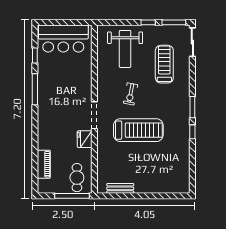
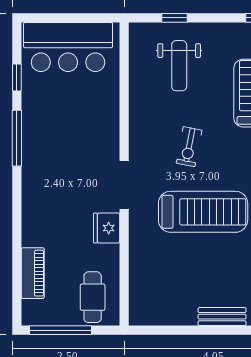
window: (148, 22) -> (175, 18), moved
weight bench: (125, 49) -> (179, 66), width x0.73, depth x0.75
bench: (120, 188) -> (222, 317), moved
window: (72, 196) -> (61, 330), moved

